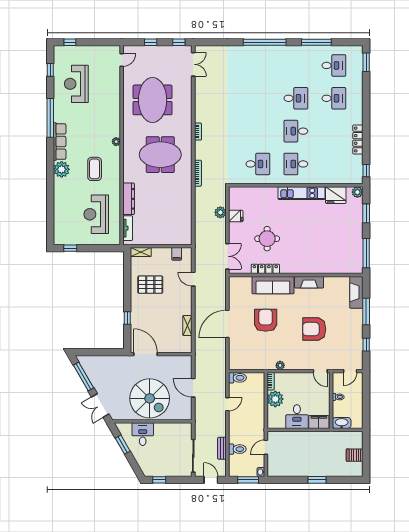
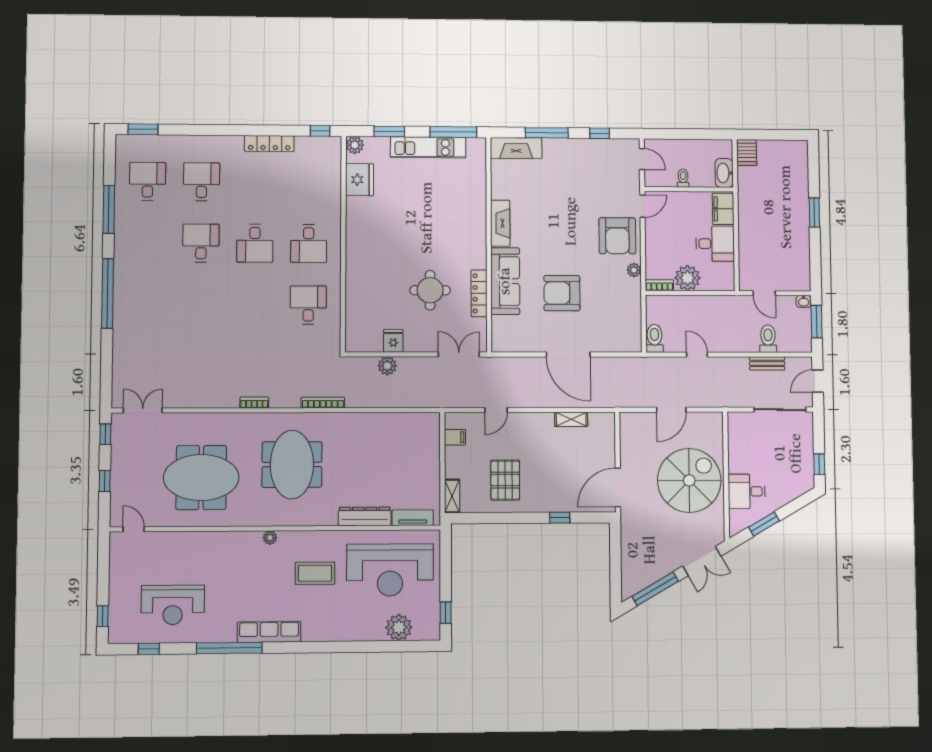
plant: (62, 169) -> (399, 627), moved
kitchen unit: (302, 193) -> (428, 147), moved, turned 90
reception desk: (96, 214) -> (390, 570), width x1.36, depth x1.30
armchair: (314, 329) -> (617, 236), moved
server rack: (355, 455) -> (747, 153), moved

